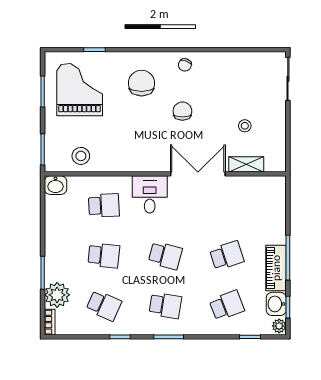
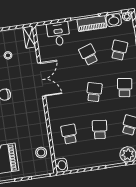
shelving: (246, 164) -> (29, 37), moved
double door: (198, 174) -> (42, 80), swing flipped
desk: (150, 194) -> (58, 34), moved, turned 90
school desk: (227, 305) -> (119, 50), turned 42

